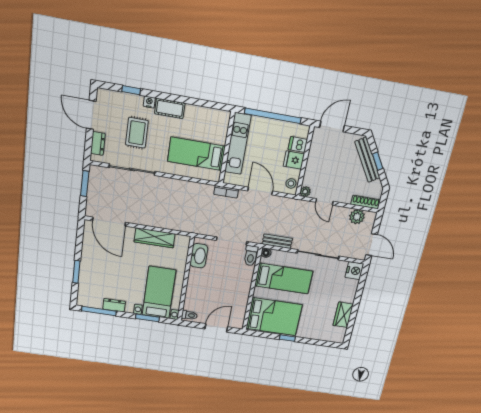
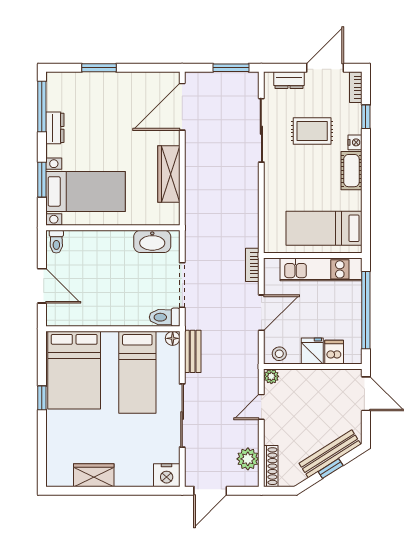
bookcase: (108, 94) -> (356, 87), added
bed: (196, 154) -> (324, 228), moved, turned -90

